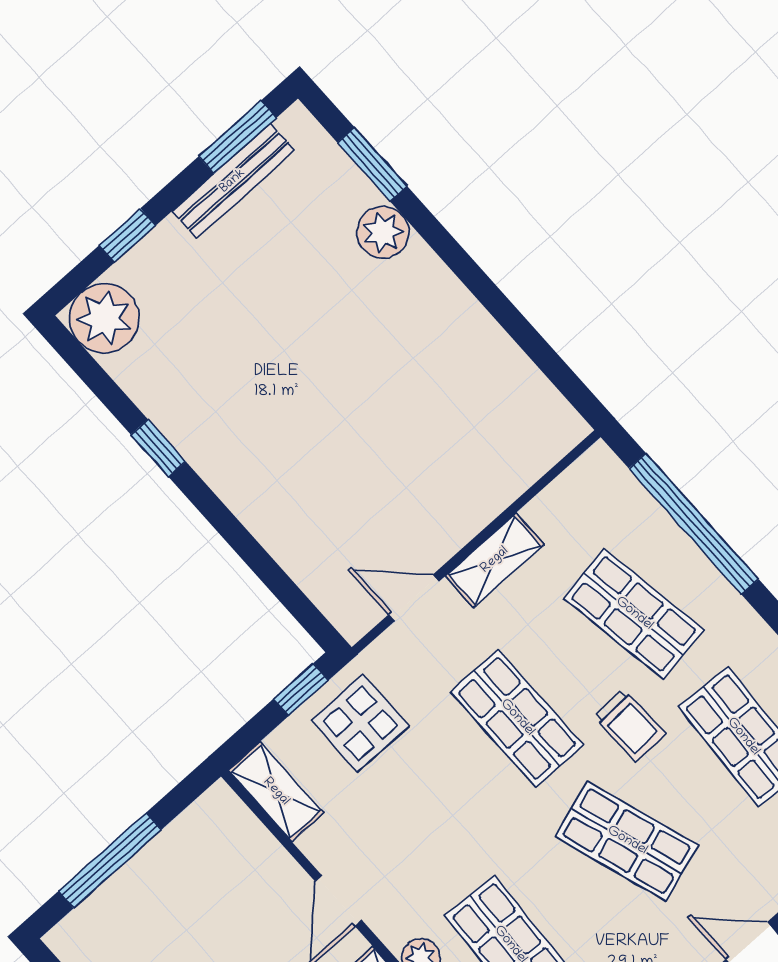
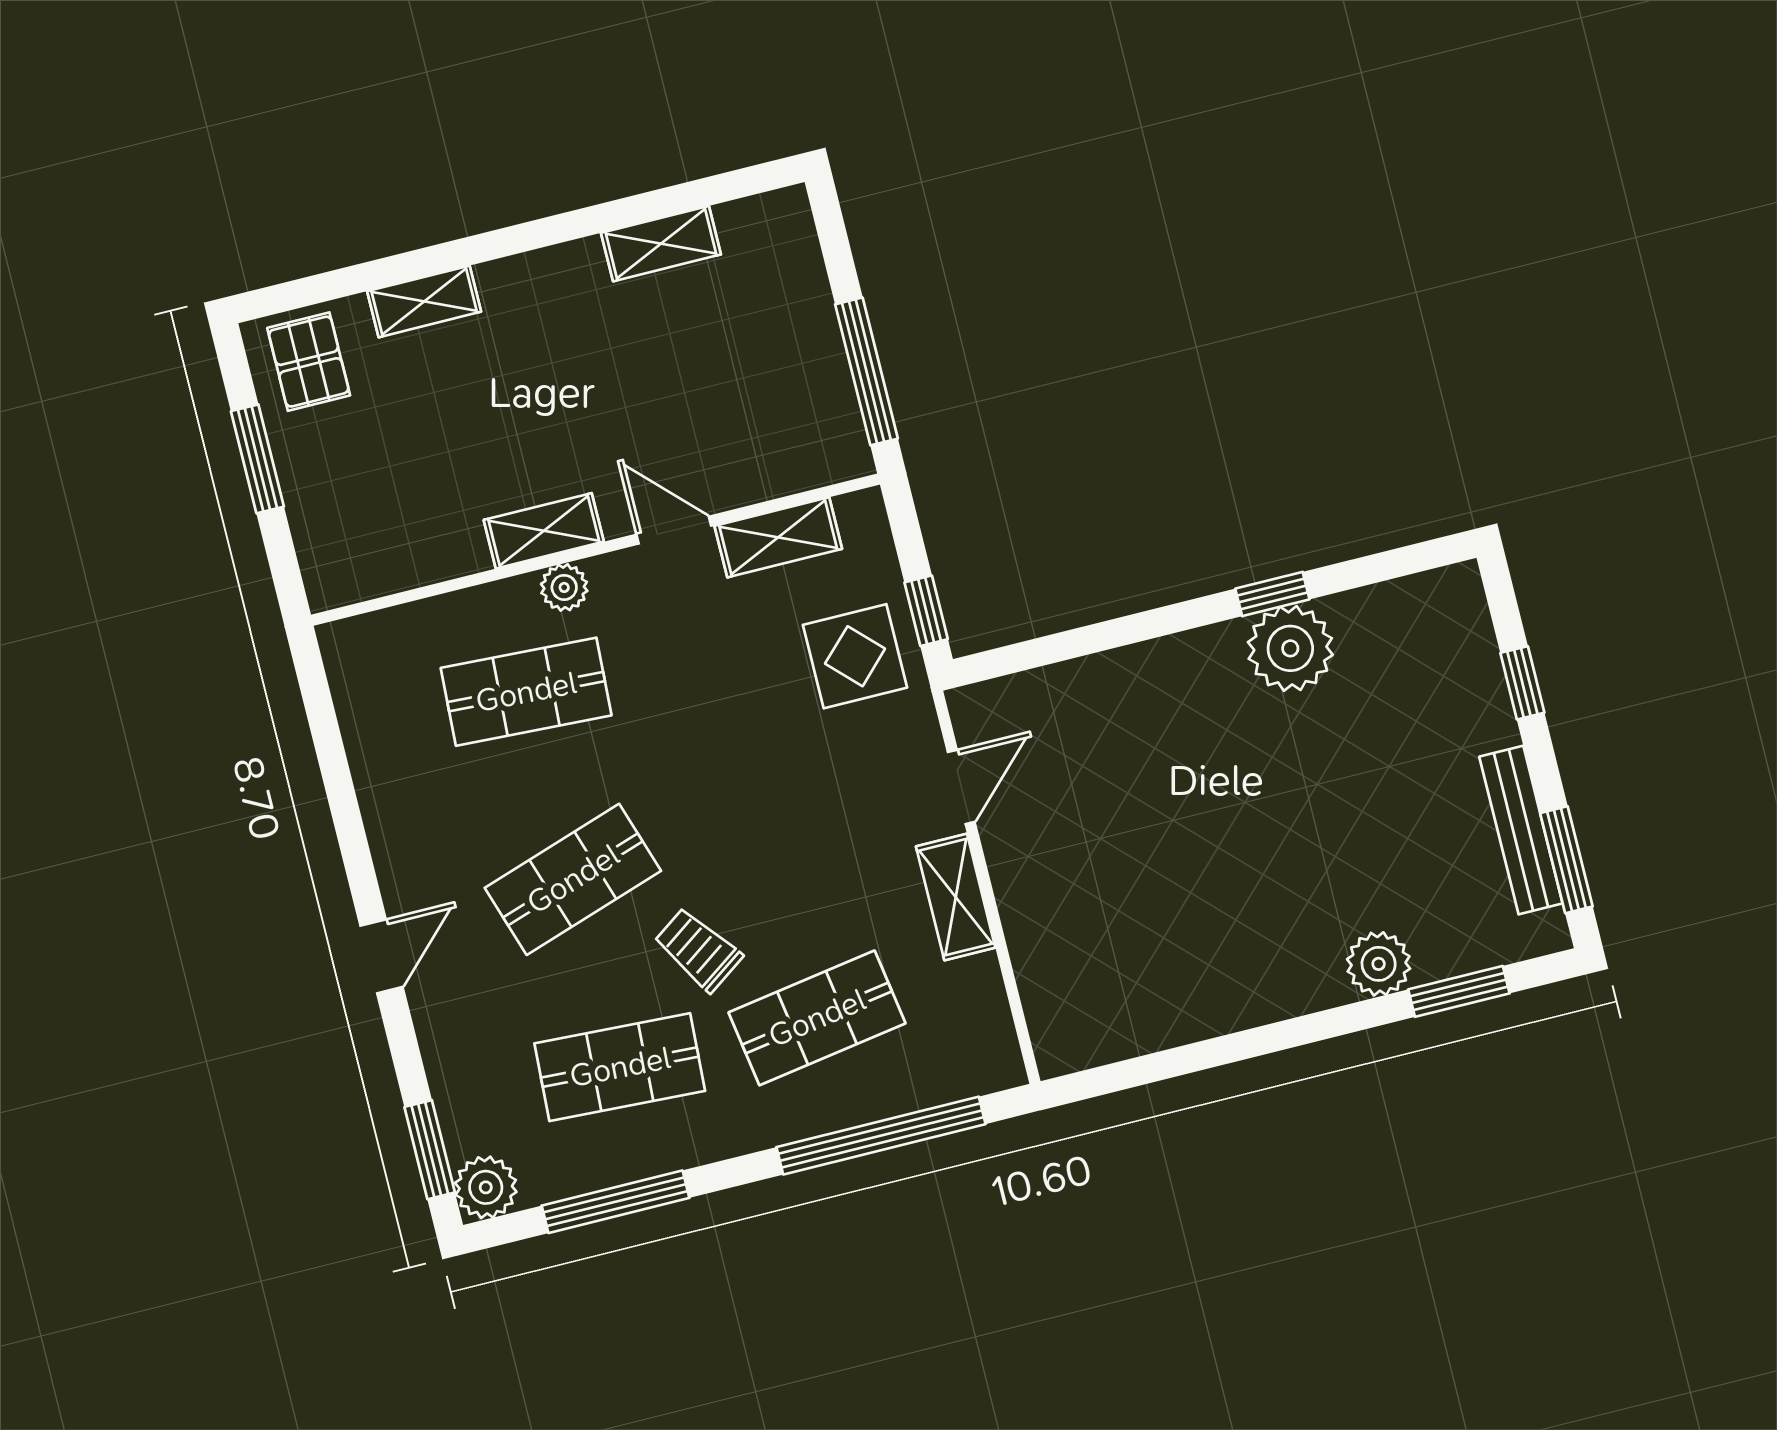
plant: (104, 318) -> (1290, 648), moved
shop shelf: (517, 718) -> (770, 830), removed
trolley: (630, 725) -> (698, 950), turned 57
shelving: (276, 792) -> (778, 537), moved
window: (110, 860) -> (866, 371), moved

